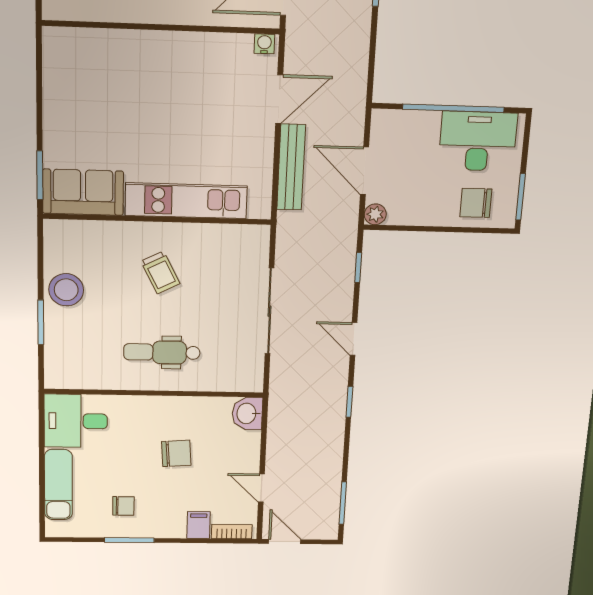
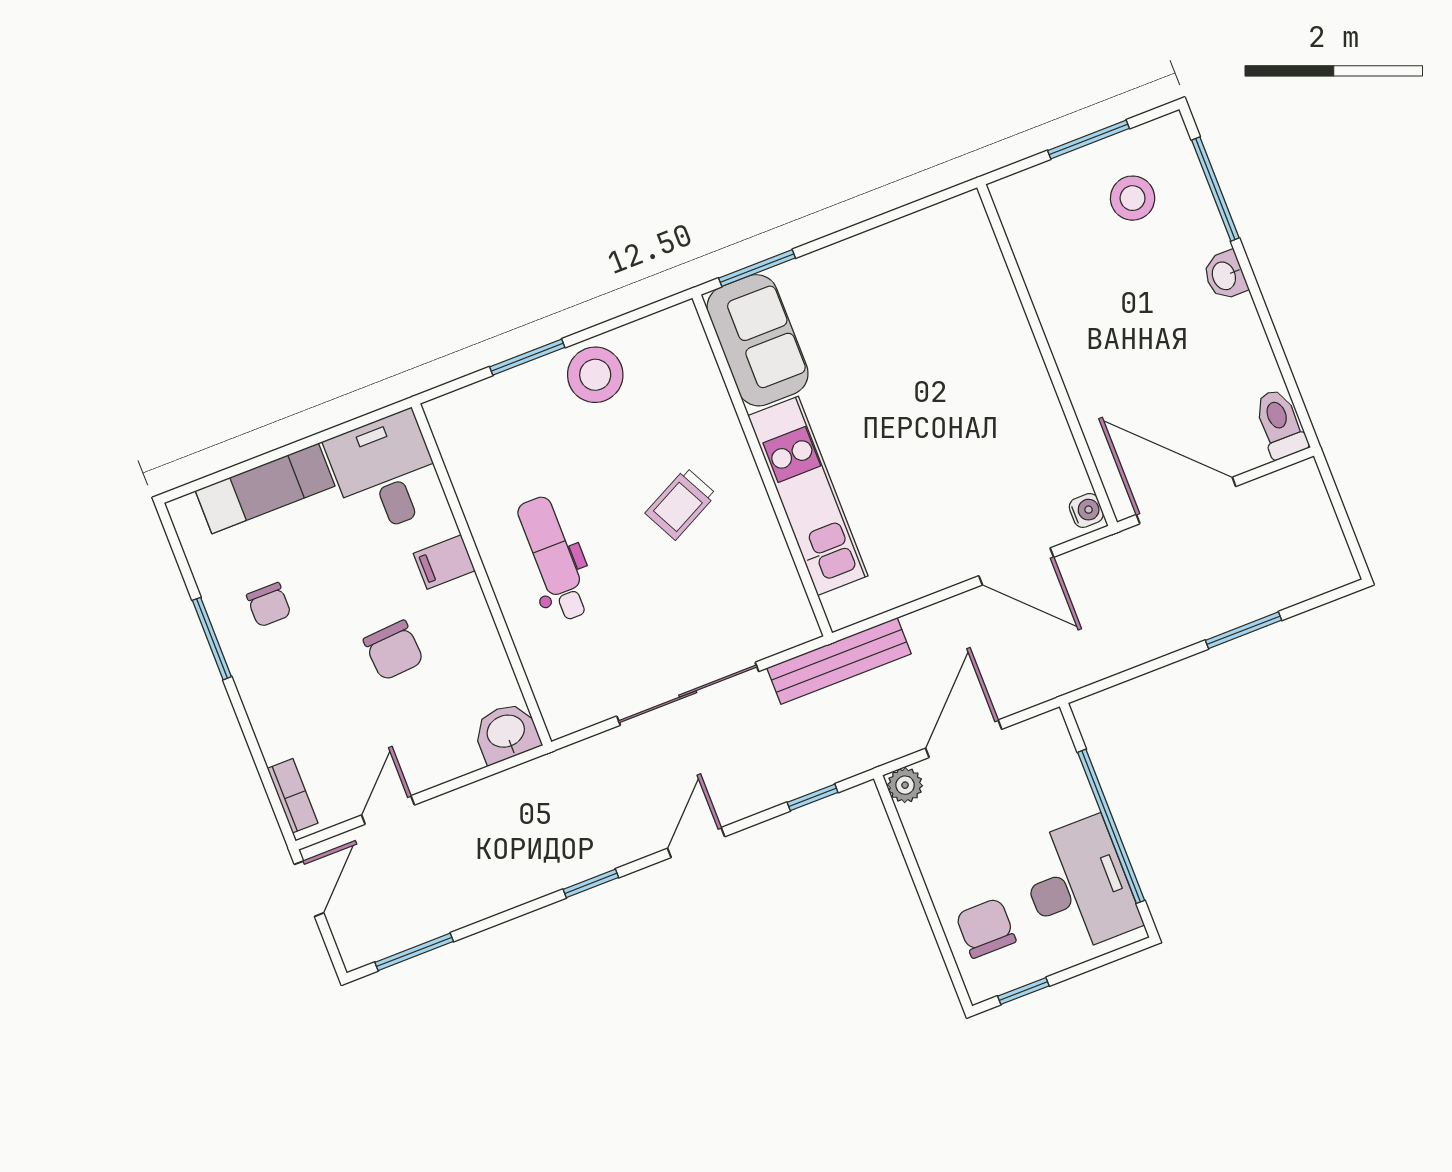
bench: (291, 167) -> (839, 661), moved
window: (521, 197) -> (1023, 991), width x0.67
filing cabinet: (198, 525) -> (444, 562), moved, turned 180

